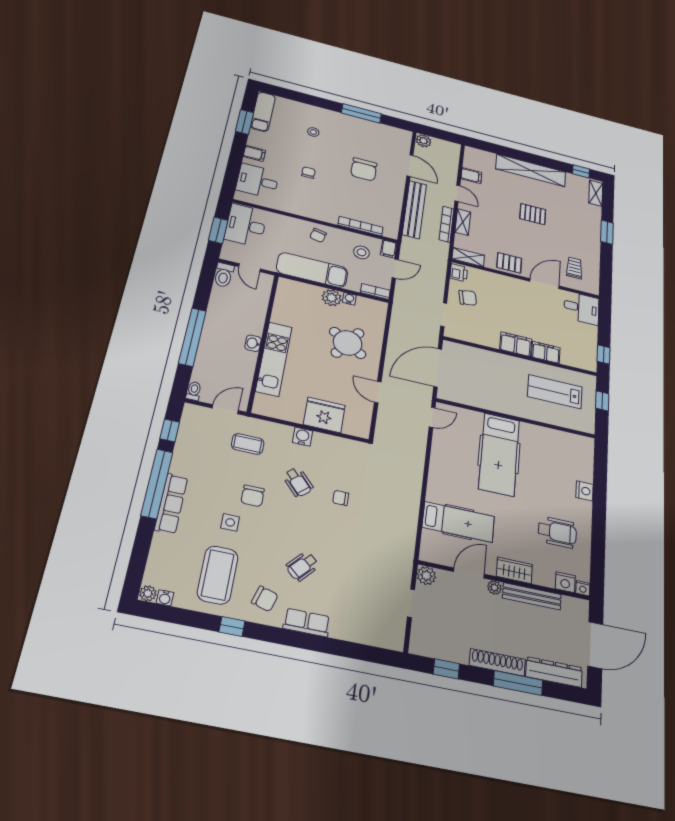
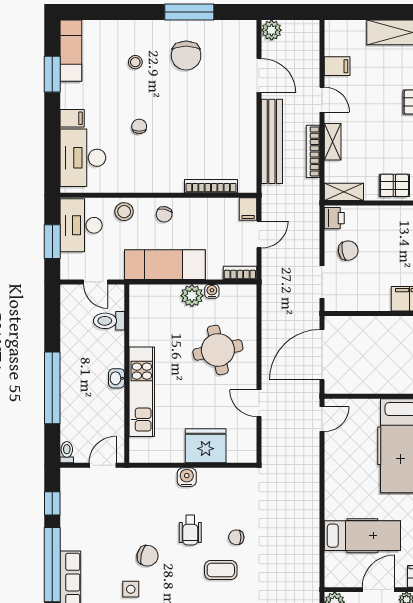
chair: (364, 169) -> (186, 55), moved
desk: (258, 181) -> (83, 158), width x1.37
stool: (361, 252) -> (124, 212), moved
toilet: (224, 275) -> (109, 321), moved, turned 90
round table: (348, 343) -> (218, 350), turned 45
coffee table: (248, 444) -> (221, 570), moved
wheelchair: (298, 482) -> (190, 530), turned 42
chair: (253, 496) -> (148, 556), turned -76

